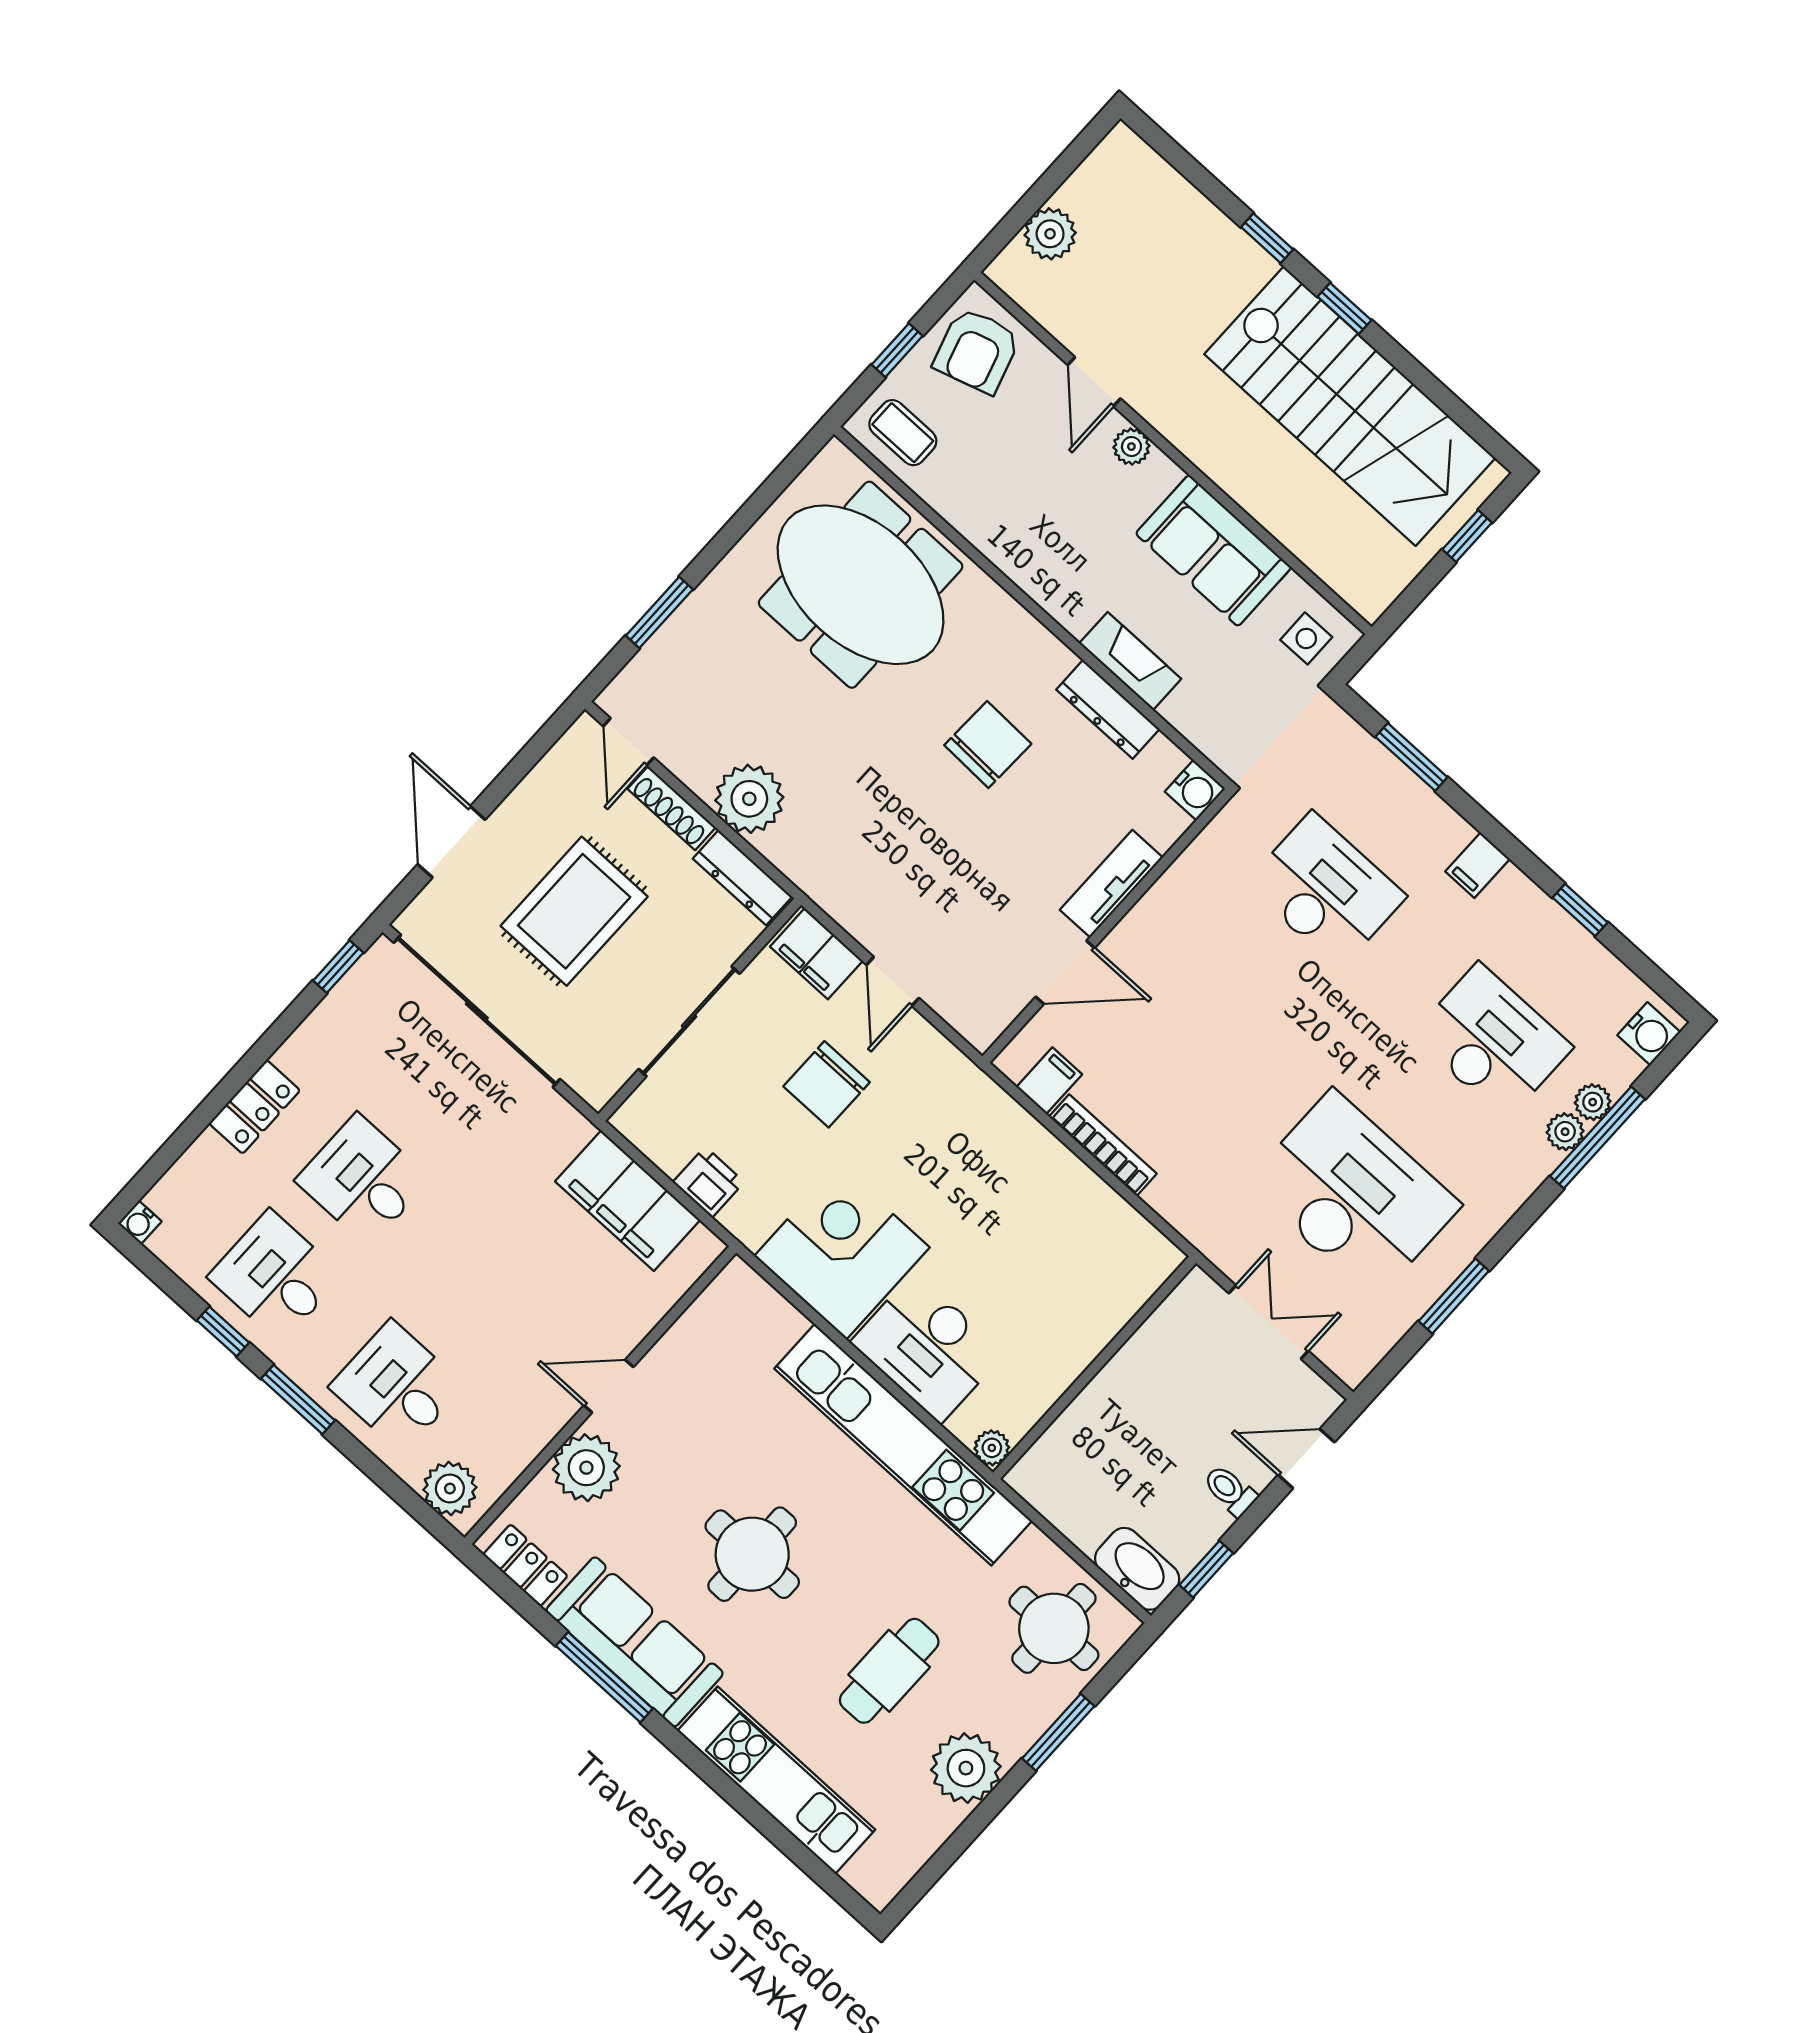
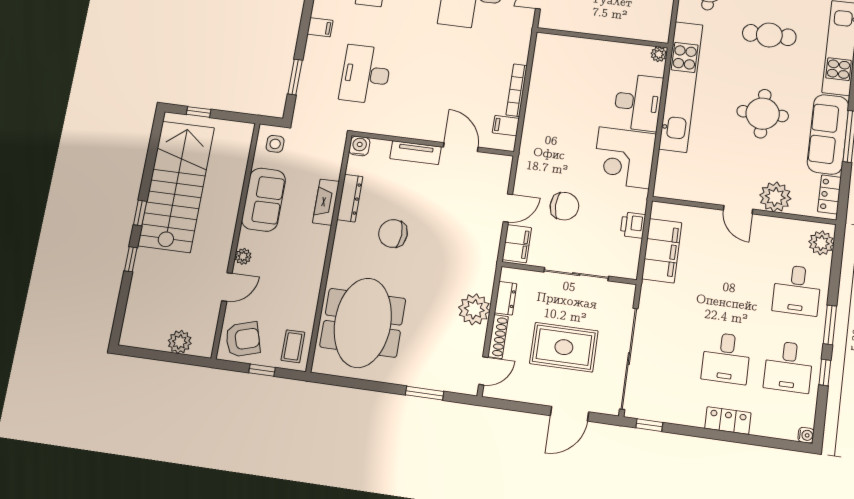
dresser: (742, 878) -> (506, 298), width x0.70

